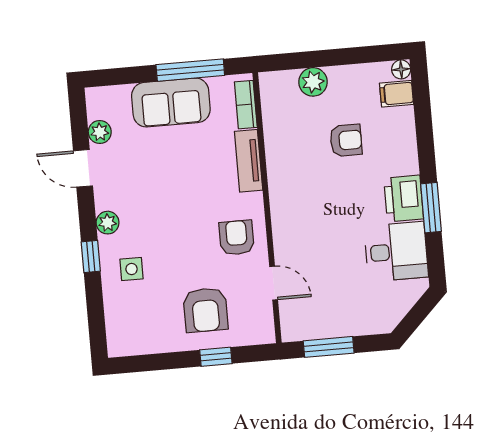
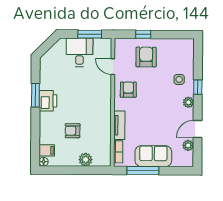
door: (83, 168) -> (198, 129), swing flipped
armchair: (237, 238) -> (128, 90), turned 180
desk: (396, 252) -> (80, 52), moved, turned 90

